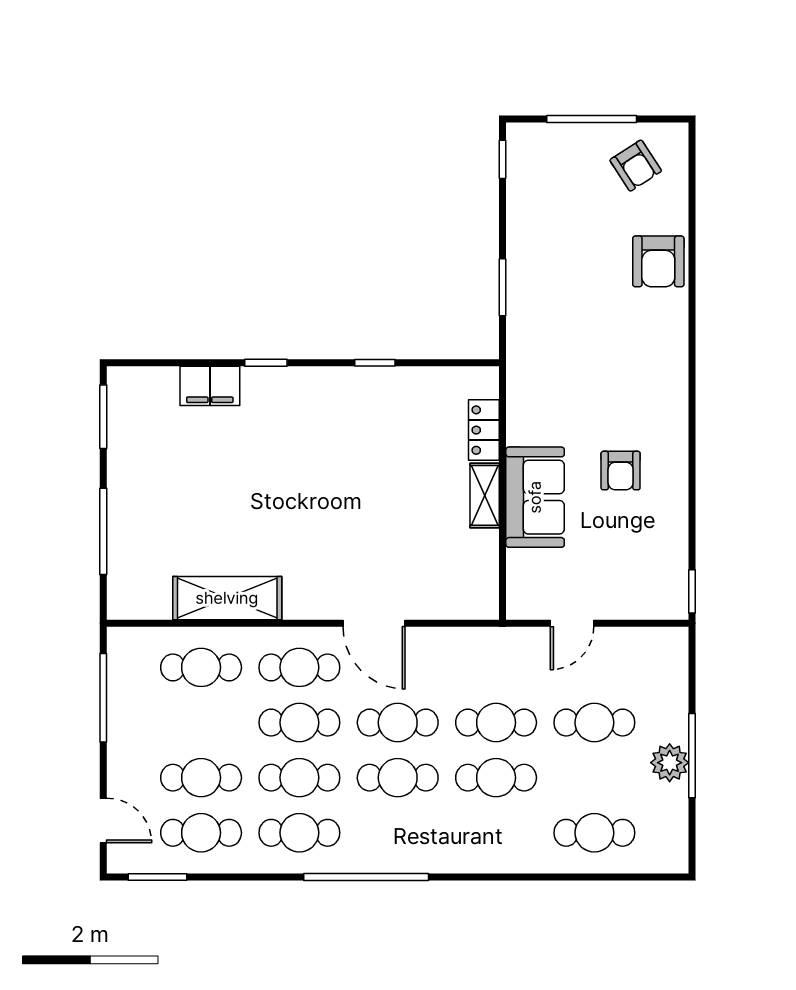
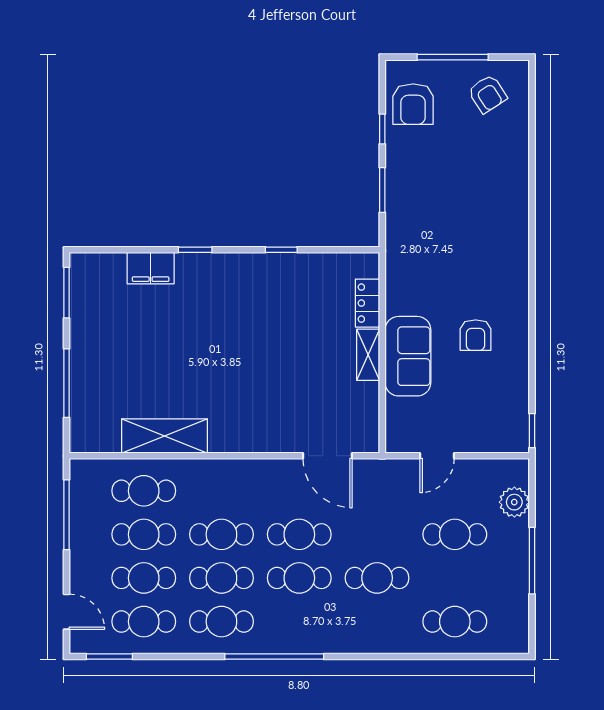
window: (503, 159) -> (382, 129), moved
armchair: (658, 261) -> (413, 104), moved
door: (374, 623) -> (328, 456), moved
cafe table: (299, 667) -> (144, 534), moved
cafe table: (496, 723) -> (377, 534), removed
plant: (670, 763) -> (514, 502), moved

